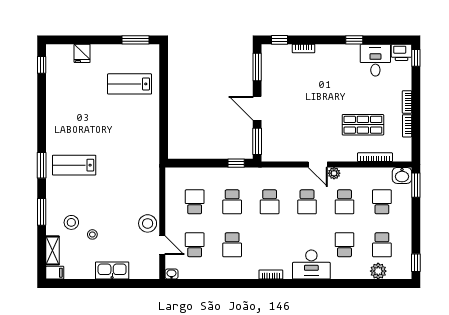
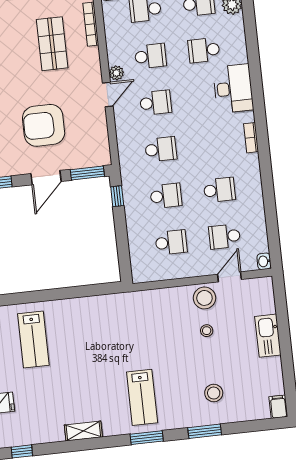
armchair: (299, 111) -> (44, 125), added
school desk: (195, 202) -> (171, 242), turned 180
stool: (92, 234) -> (207, 331), moved
shelving: (53, 250) -> (83, 431), moved

